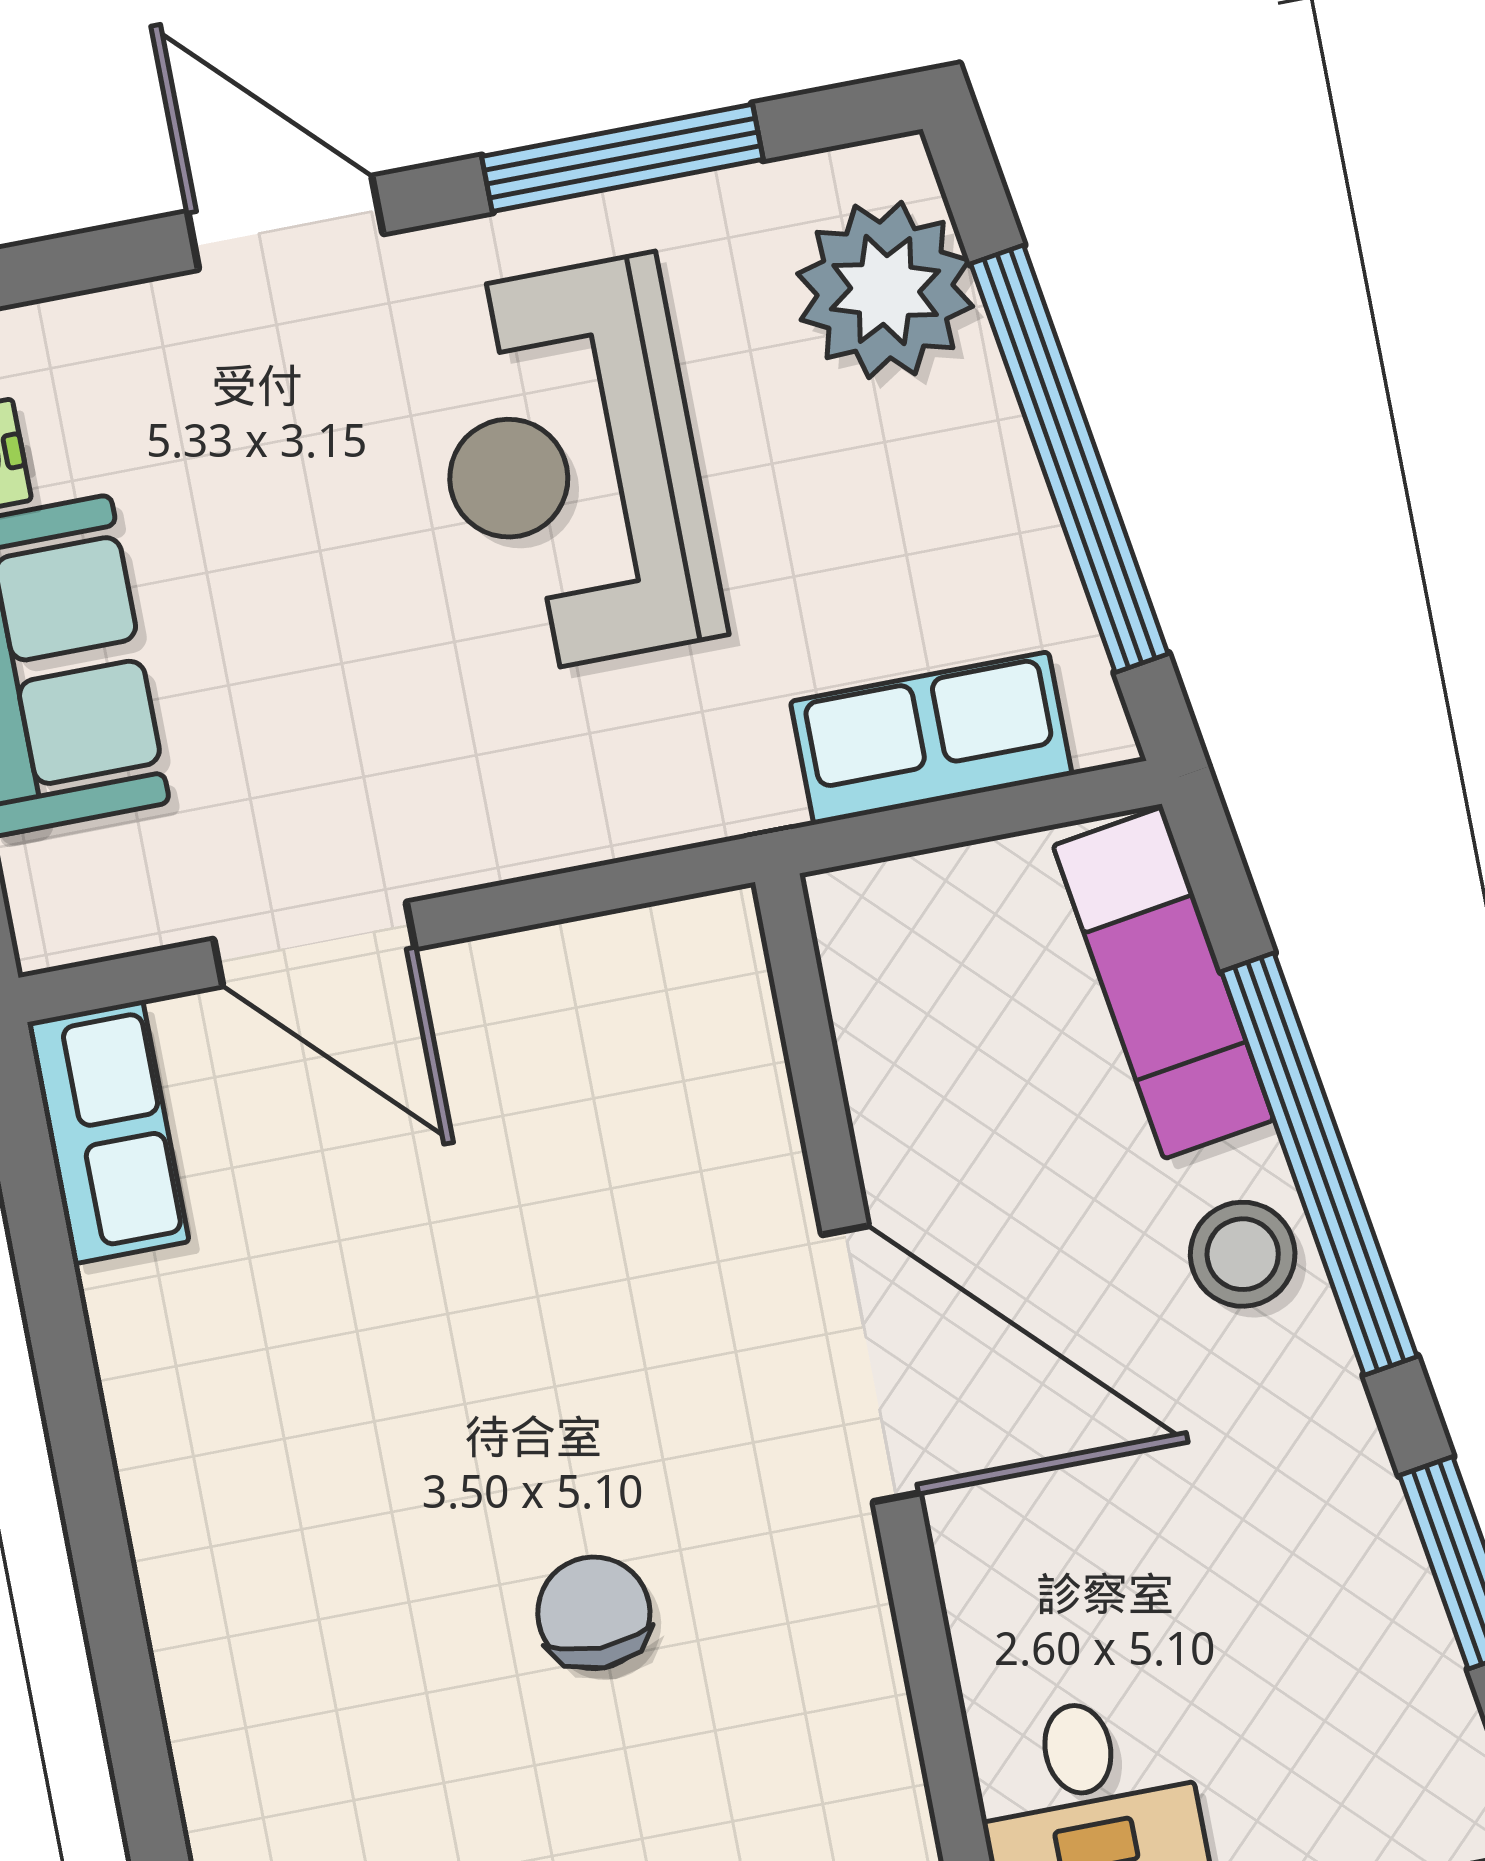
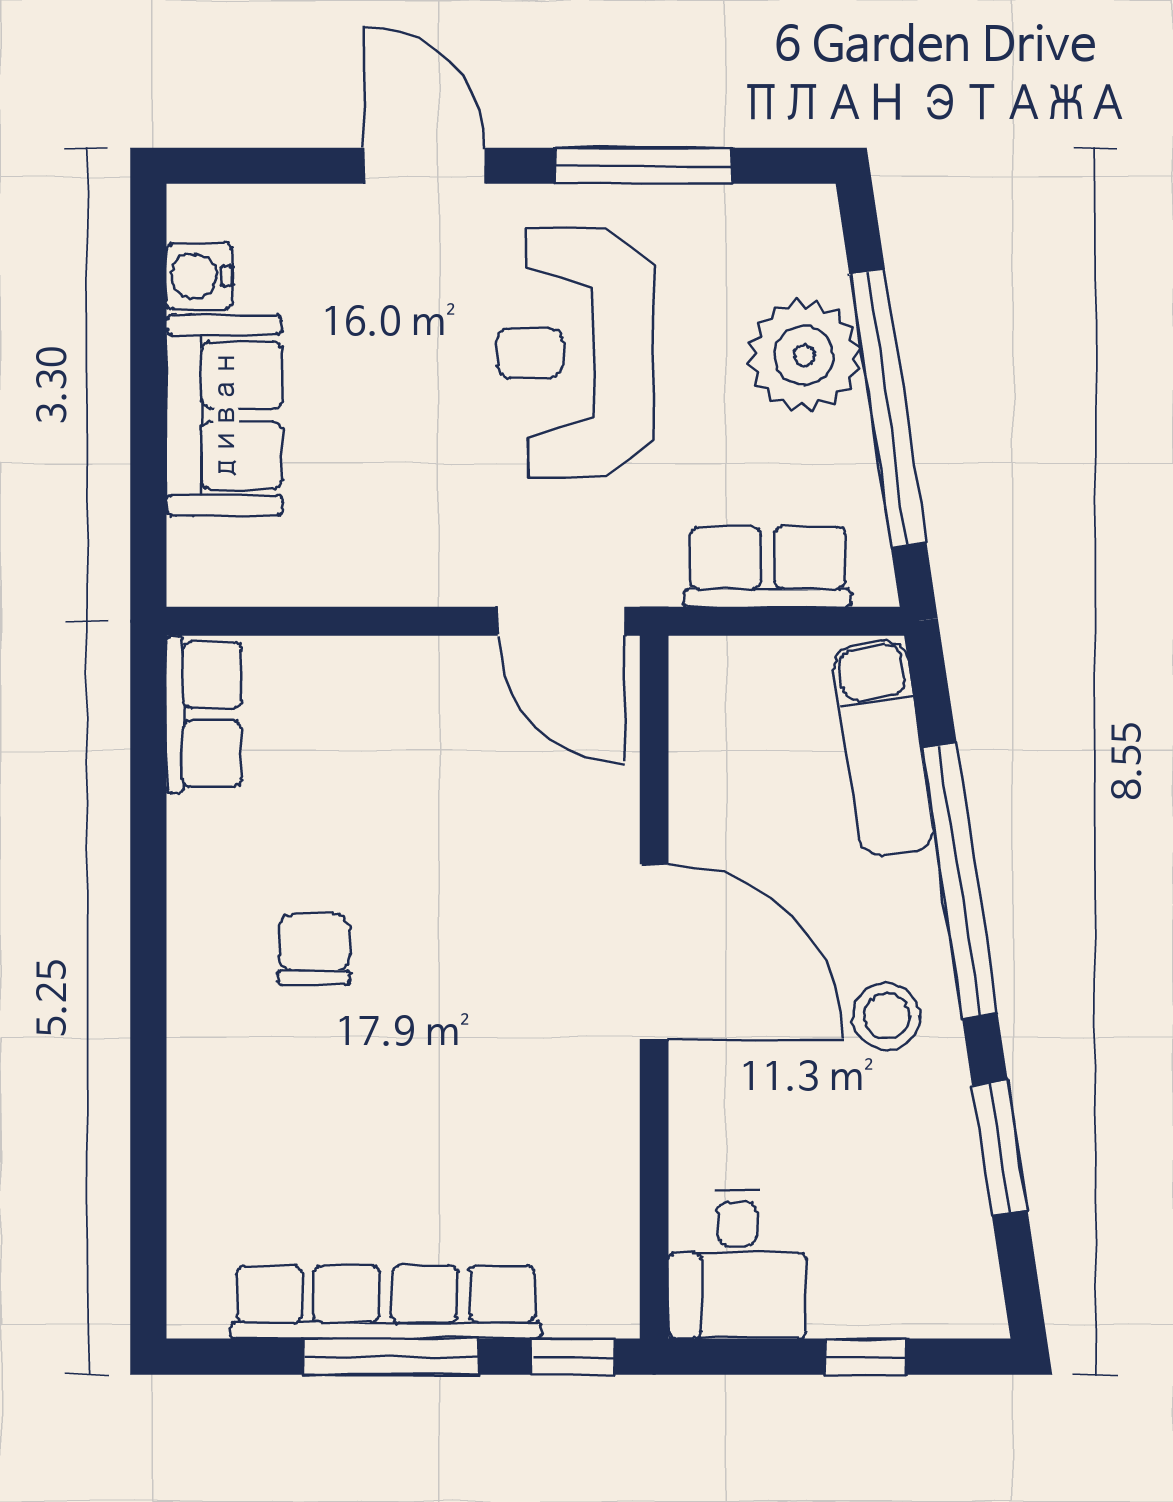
plant: (885, 290) -> (804, 356), moved
door: (314, 944) -> (561, 621), moved
stool: (1243, 1254) -> (886, 1016), moved
chair: (594, 1613) -> (314, 949), moved

